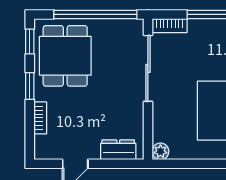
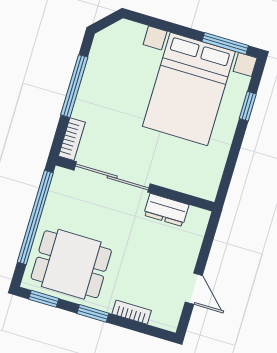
dresser: (118, 150) -> (166, 210), moved, turned -90
plant: (160, 151) -> (208, 190), removed

